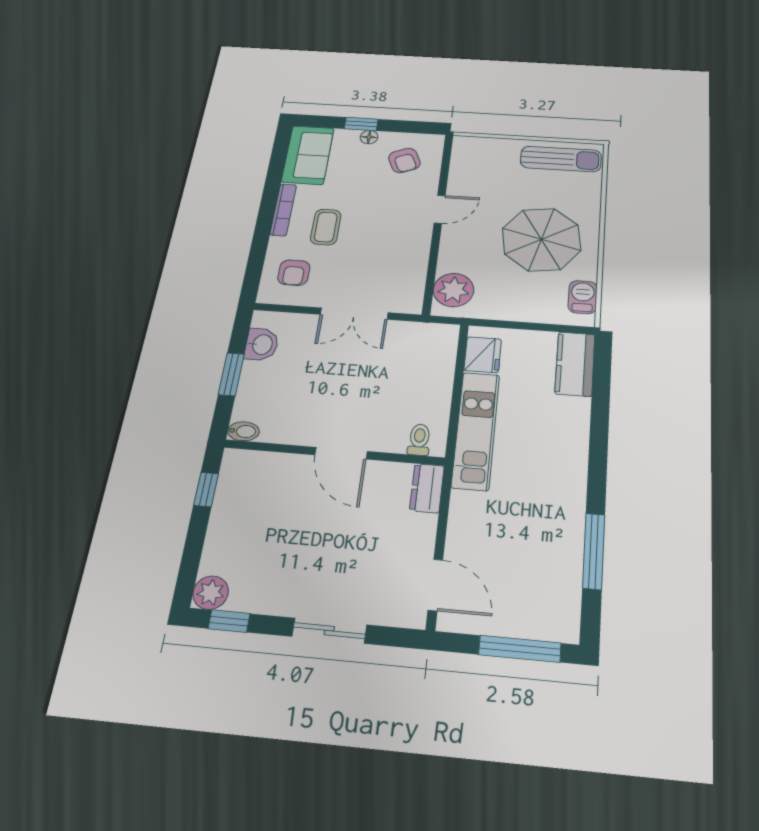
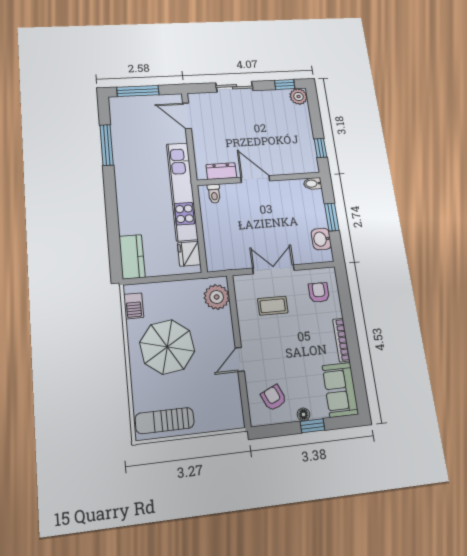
coffee table: (326, 227) -> (273, 306), moved, turned 90
kitchen unit: (476, 430) -> (182, 191), width x1.36
dresser: (427, 488) -> (221, 171), moved, turned -90

